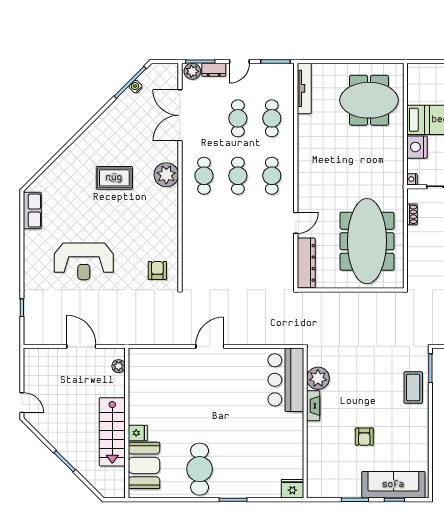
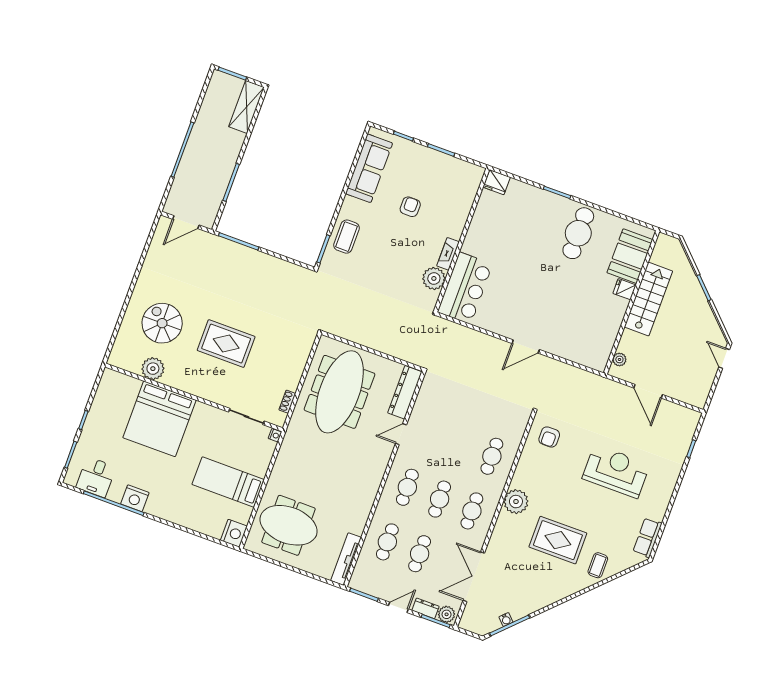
double door: (180, 115) -> (474, 577), swing flipped
nightstand: (417, 147) -> (234, 533), moved
coffee table: (69, 168) -> (598, 565), added
plant: (166, 175) -> (516, 502), moved
rug: (114, 178) -> (558, 540), width x1.36, depth x1.43
cafe table: (204, 233) -> (492, 456), added
sofa: (393, 485) -> (369, 168), moved, turned -90

